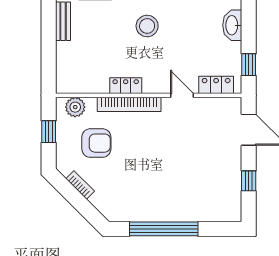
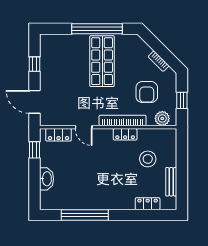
stool: (147, 26) -> (148, 159), moved
armchair: (96, 143) -> (147, 92), turned -90
shop shelf: (157, 185) -> (102, 61), added

